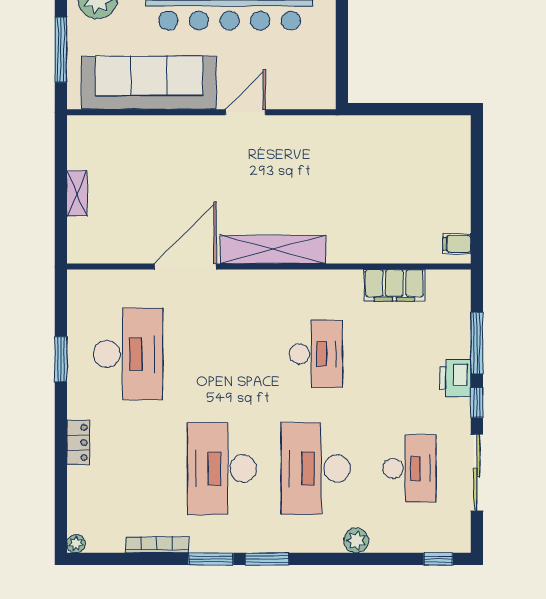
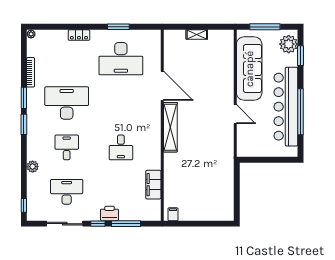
desk: (316, 354) -> (121, 147), width x0.73
desk: (316, 469) -> (67, 147), width x0.53, depth x0.77
desk: (409, 469) -> (67, 192), turned 180

